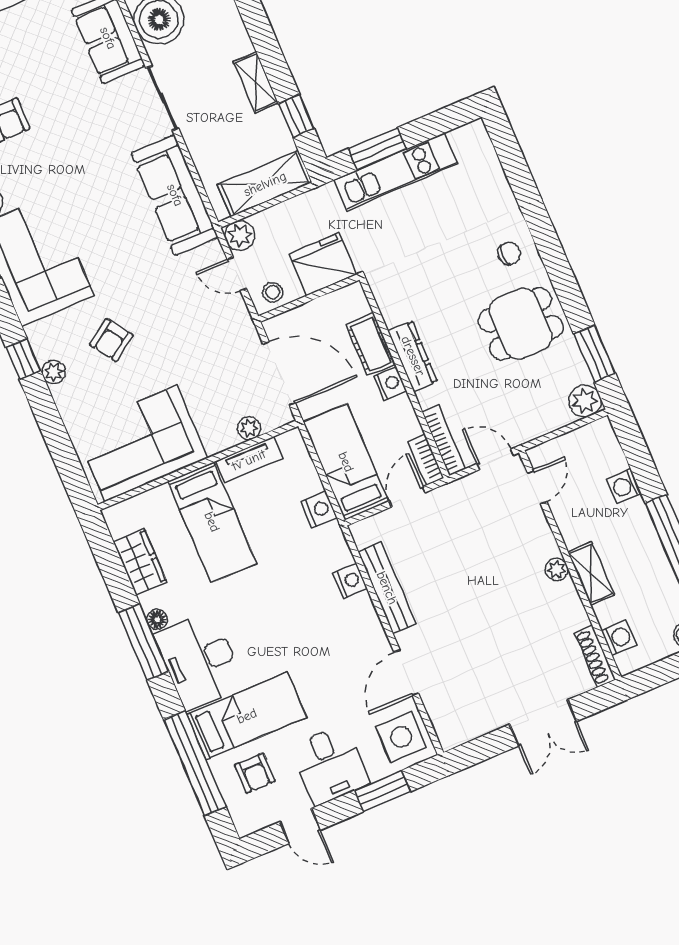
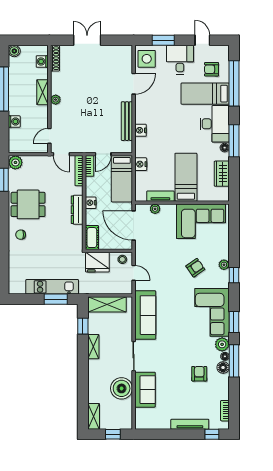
plant: (240, 236) -> (126, 288), removed
cot: (371, 345) -> (92, 238), moved
armchair: (255, 773) -> (212, 69), turned -90

